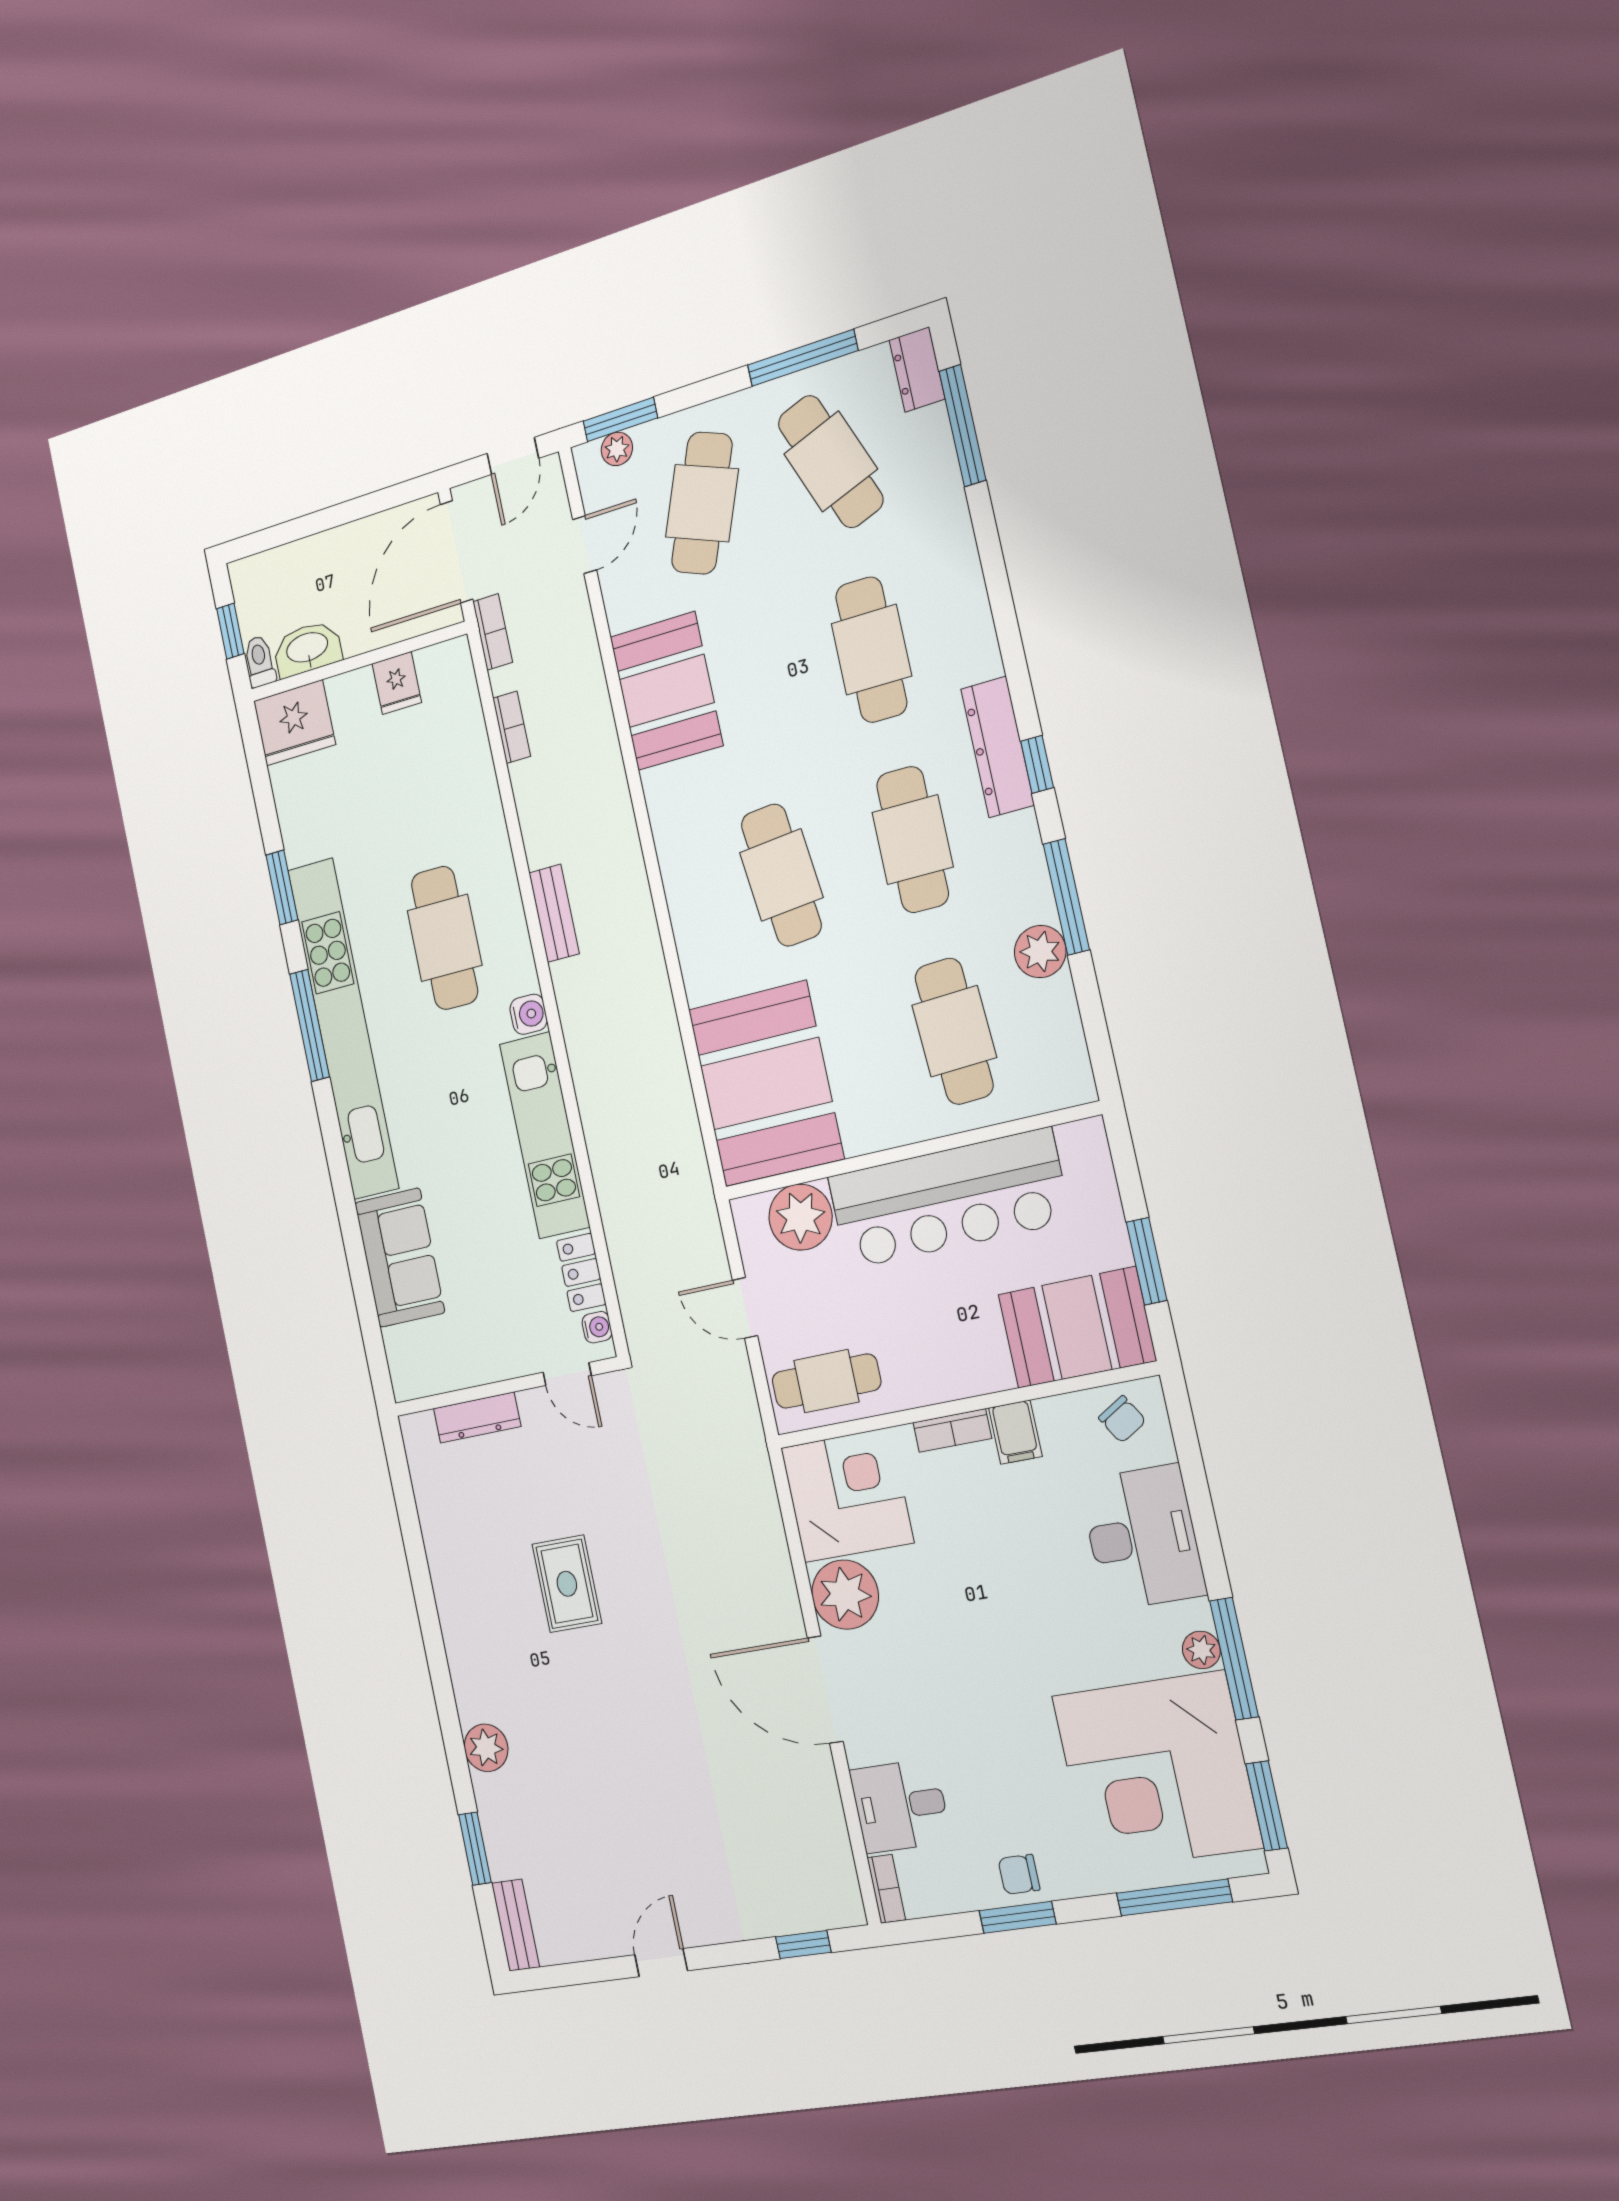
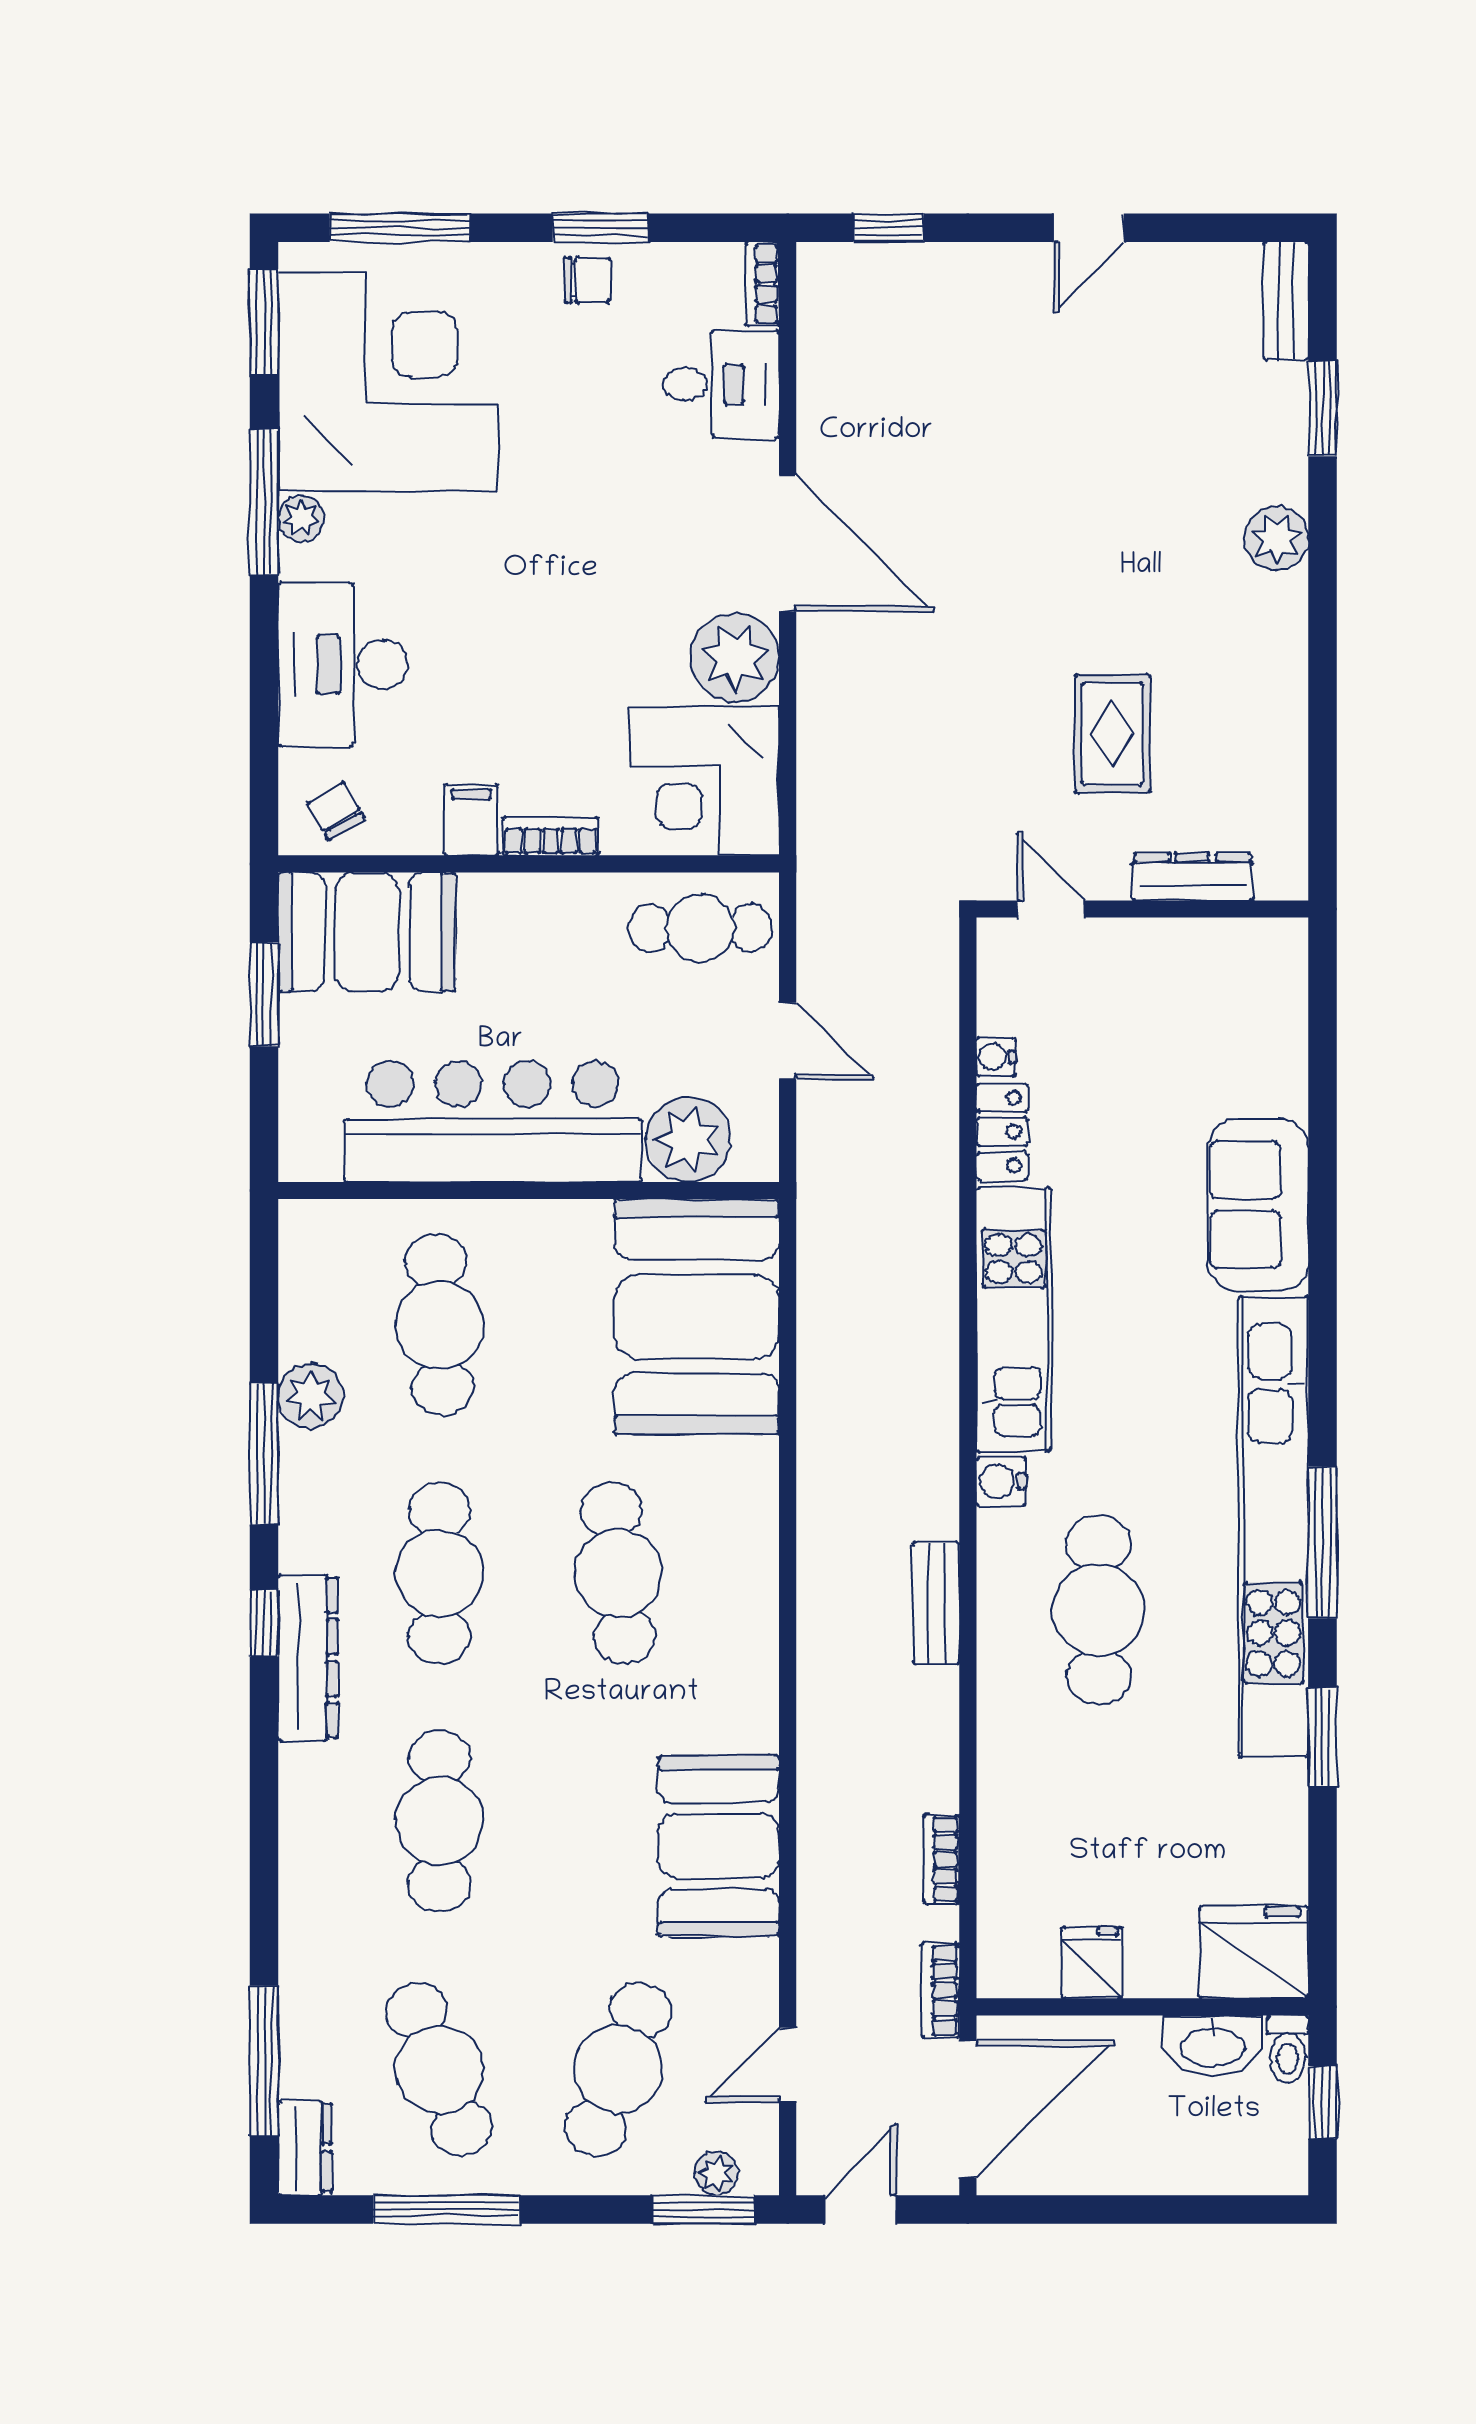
door: (567, 1374) -> (1051, 909), moved
wall: (506, 1387) -> (1142, 909), moved
dresser: (477, 1418) -> (1193, 877), moved

